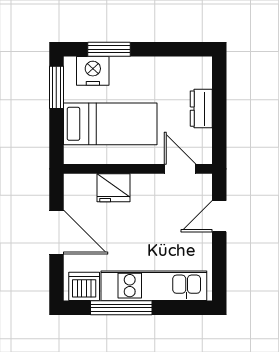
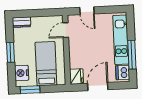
window: (109, 49) -> (10, 52), moved
dresser: (201, 109) -> (22, 22), moved
fridge: (114, 188) -> (77, 76), moved

